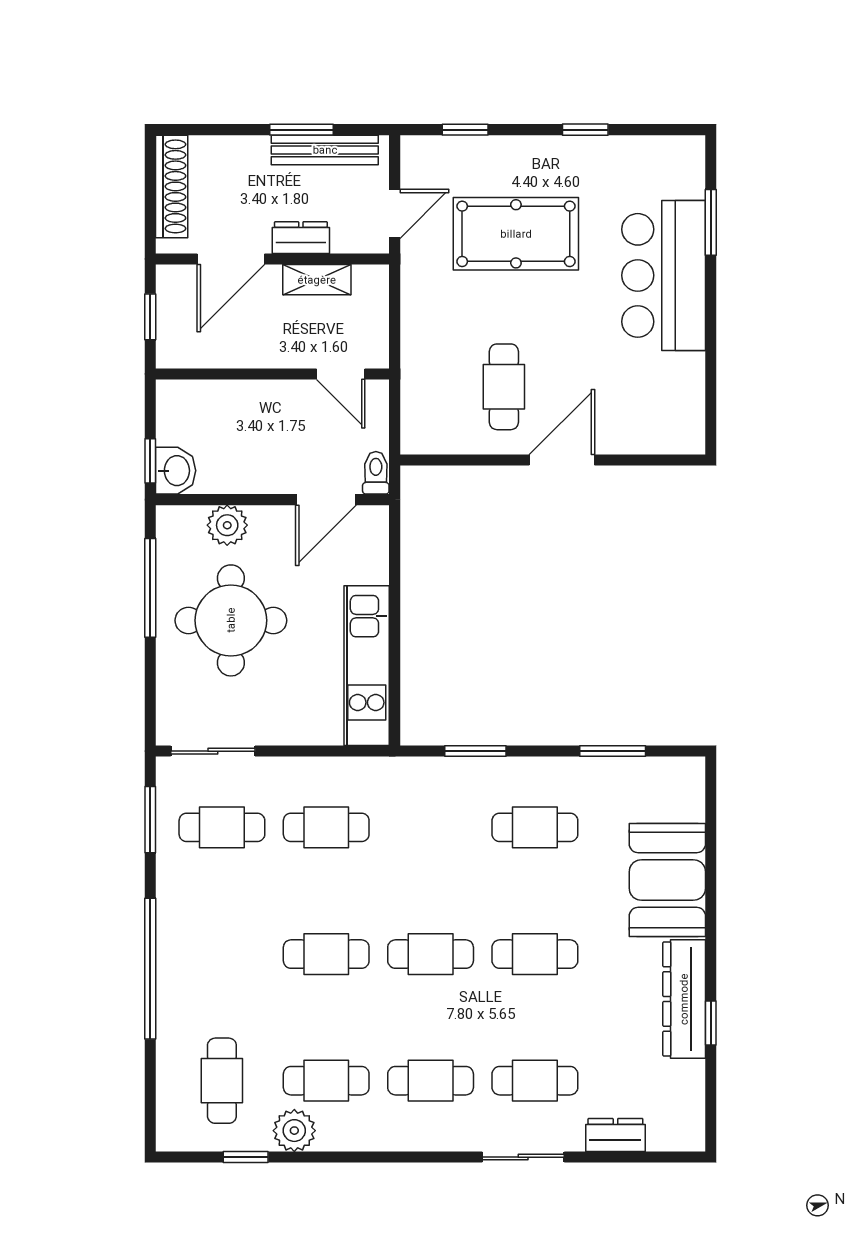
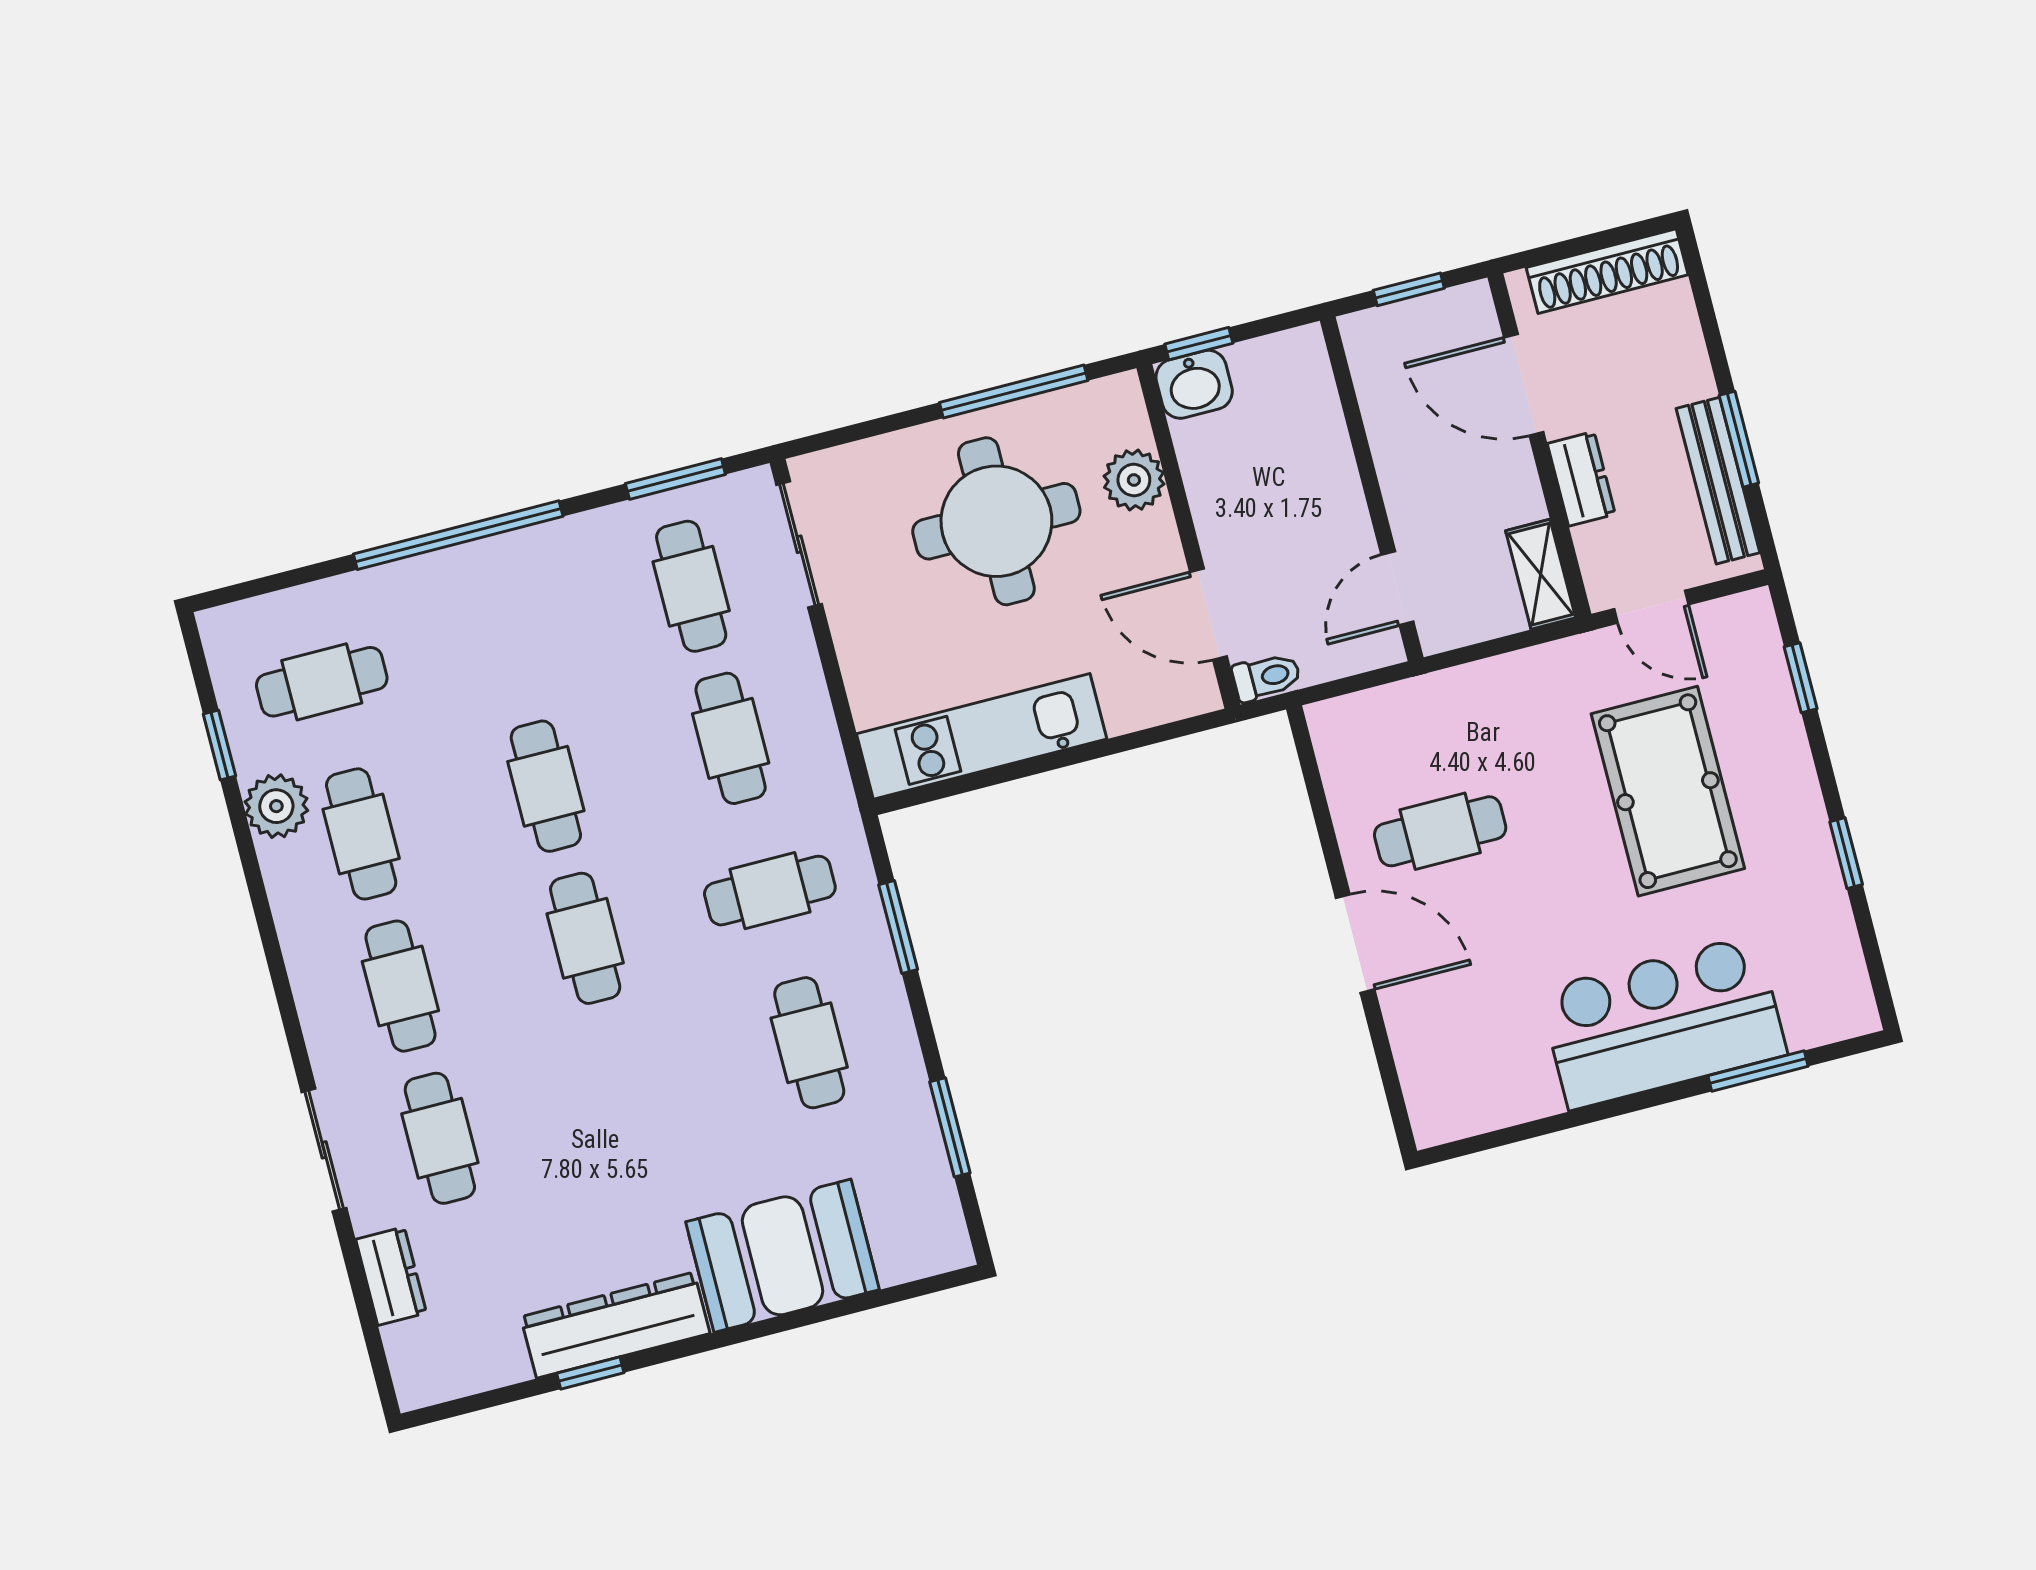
shelving: (317, 280) -> (1541, 574), moved
cafe table: (535, 954) -> (770, 891), moved, turned 90

